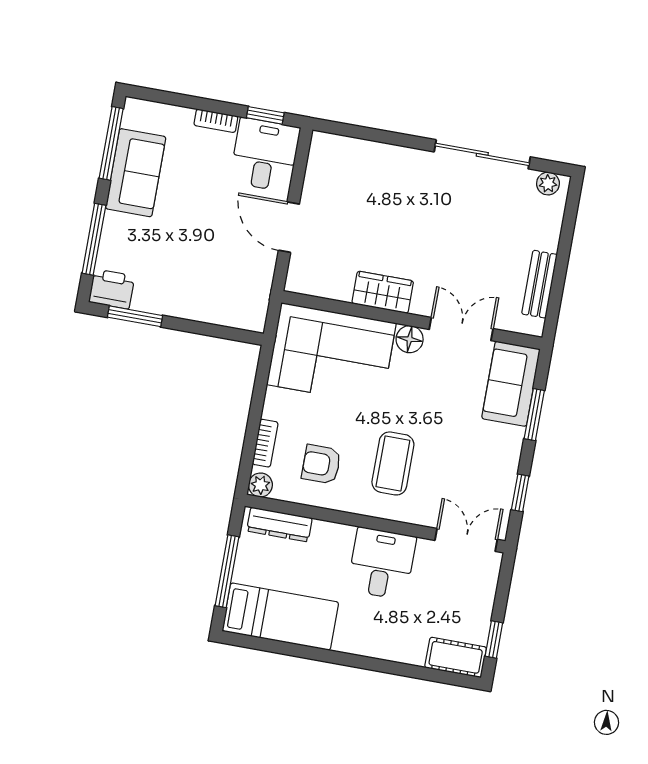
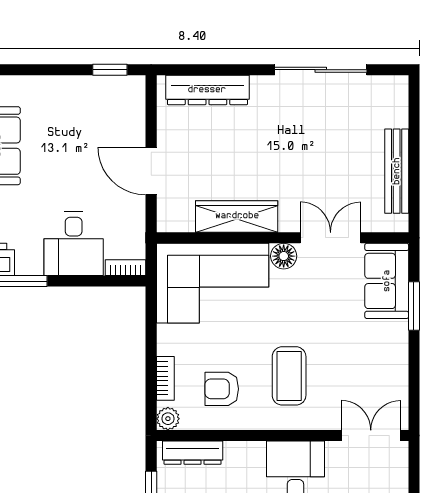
bookcase: (216, 121) -> (125, 268), moved, turned 180
dresser: (362, 154) -> (207, 90), added
desk: (265, 155) -> (74, 244), moved, turned 180
plant: (548, 184) -> (388, 86), removed
bench: (539, 284) -> (397, 171), width x1.36
wardrobe: (383, 292) -> (237, 216), width x1.50
window: (520, 493) -> (414, 382), removed

